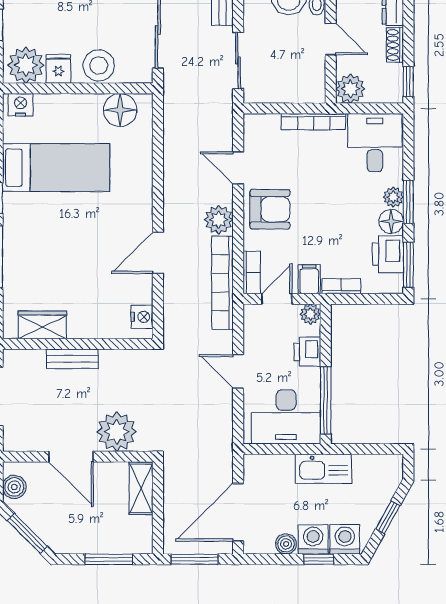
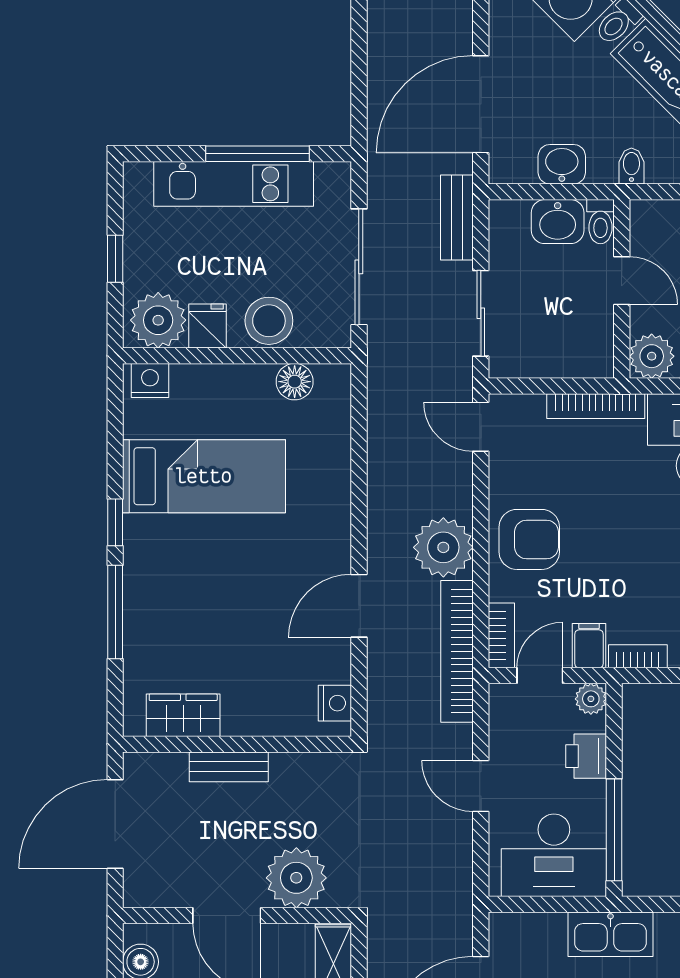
floor lamp: (120, 110) -> (295, 382), width x0.73, depth x0.73
door: (238, 168) -> (481, 427), moved
plant: (219, 220) -> (443, 547), width x1.36, depth x1.36

